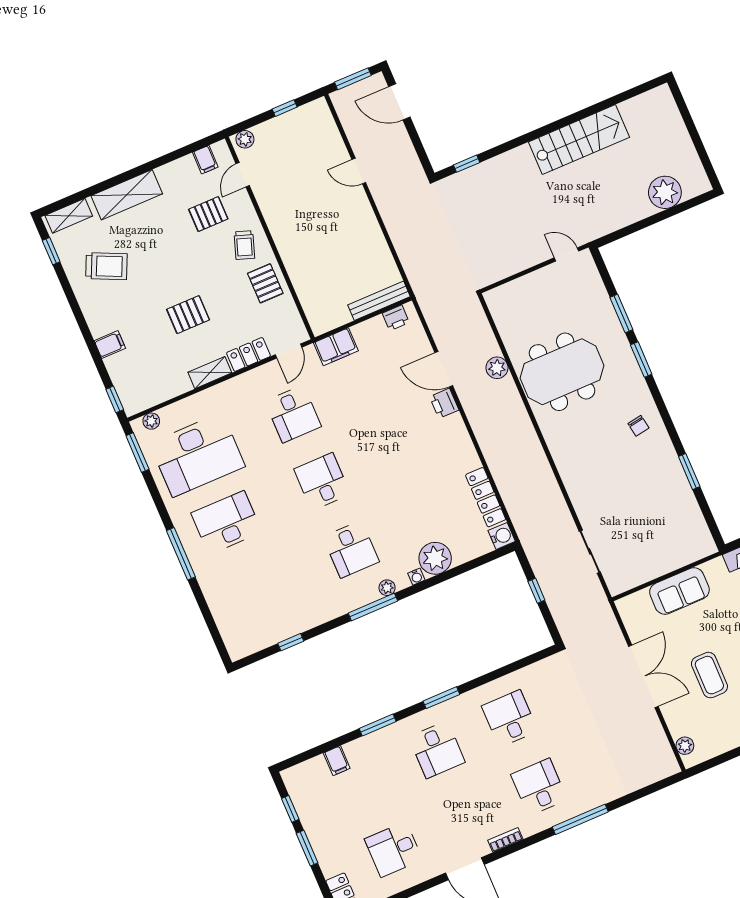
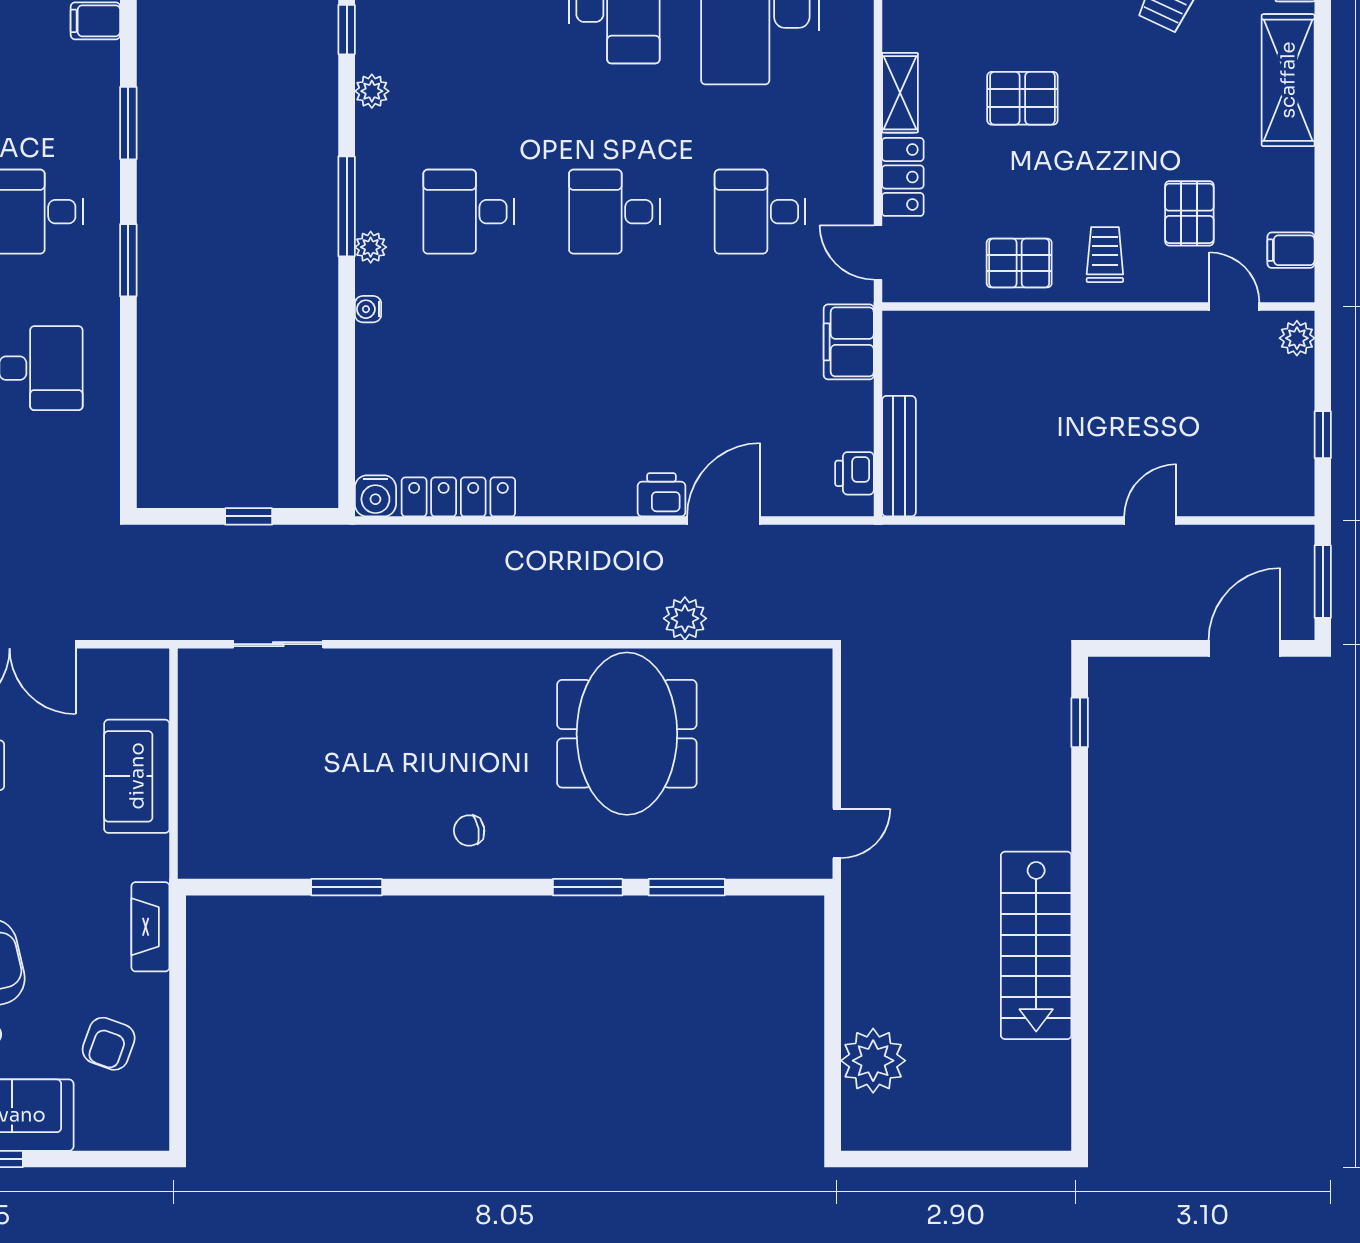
trolley: (244, 245) -> (1105, 255), turned 71
pallet: (188, 315) -> (1022, 98), turned 90
desk: (322, 482) -> (614, 212), turned 180
plant: (435, 558) -> (372, 91), moved, width x0.53, depth x0.53

